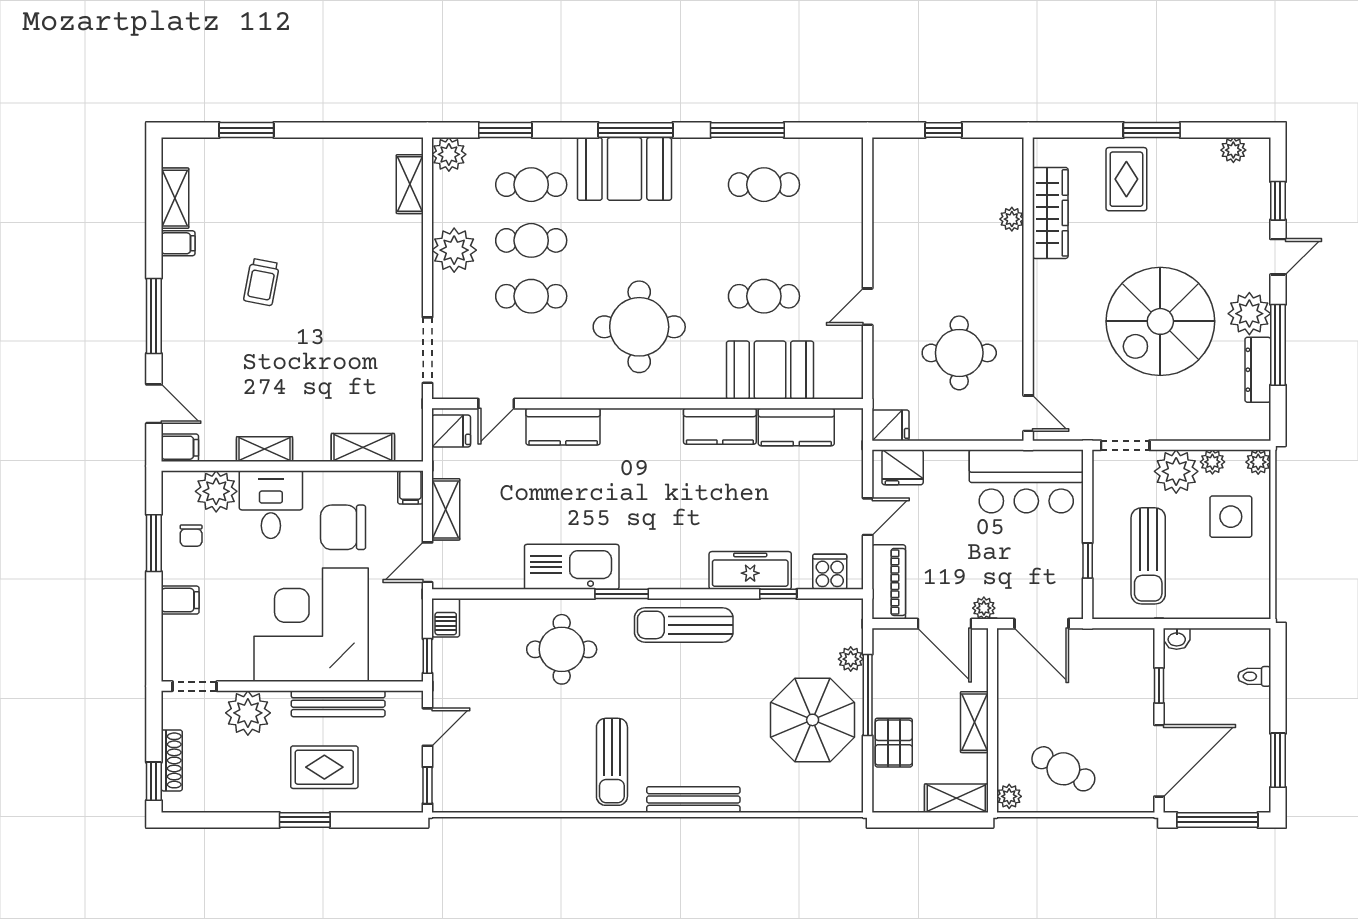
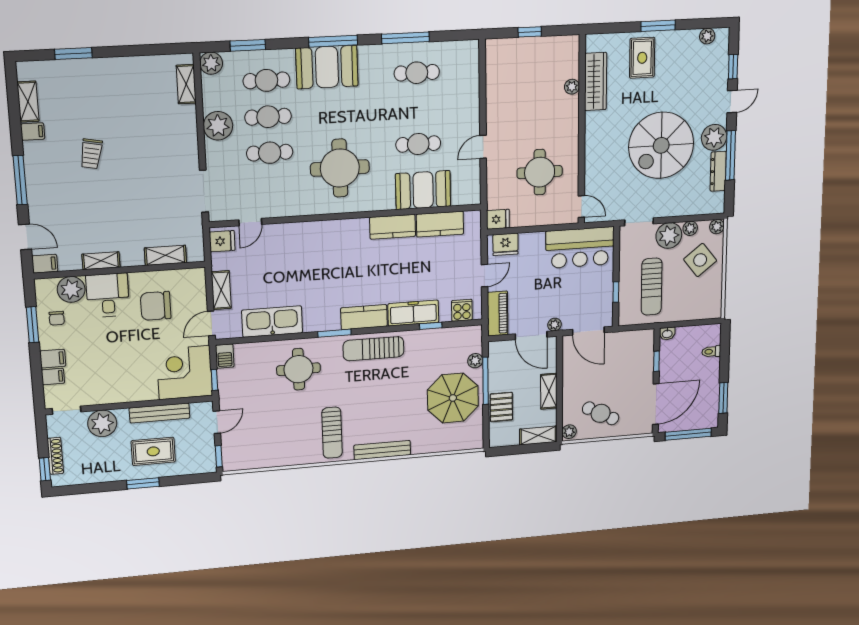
kitchen counter: (563, 427) -> (364, 317), moved, turned 180
filing cabinet: (410, 487) -> (53, 376), moved, turned -90
side table: (1231, 517) -> (700, 260), turned -38
kitchen sink: (572, 567) -> (272, 322), moved
corner desk: (311, 625) -> (184, 373), moved, width x0.74, depth x0.74

